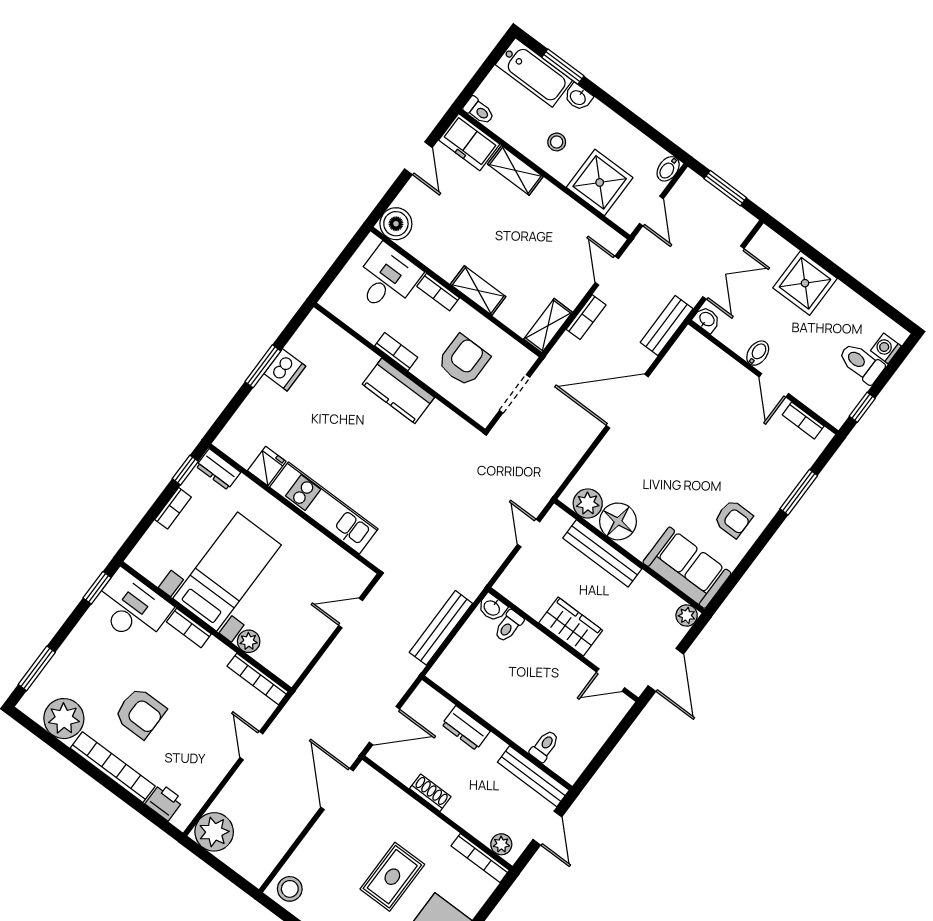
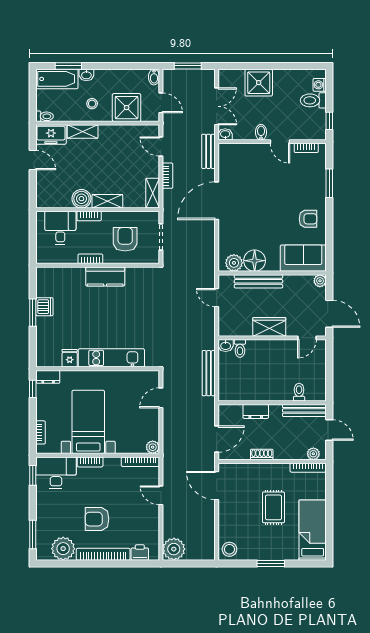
boiler: (396, 224) -> (81, 199), moved
bookcase: (173, 508) -> (40, 432), moved
plant: (249, 641) -> (153, 447), moved
armchair: (140, 713) -> (97, 519), turned 180

